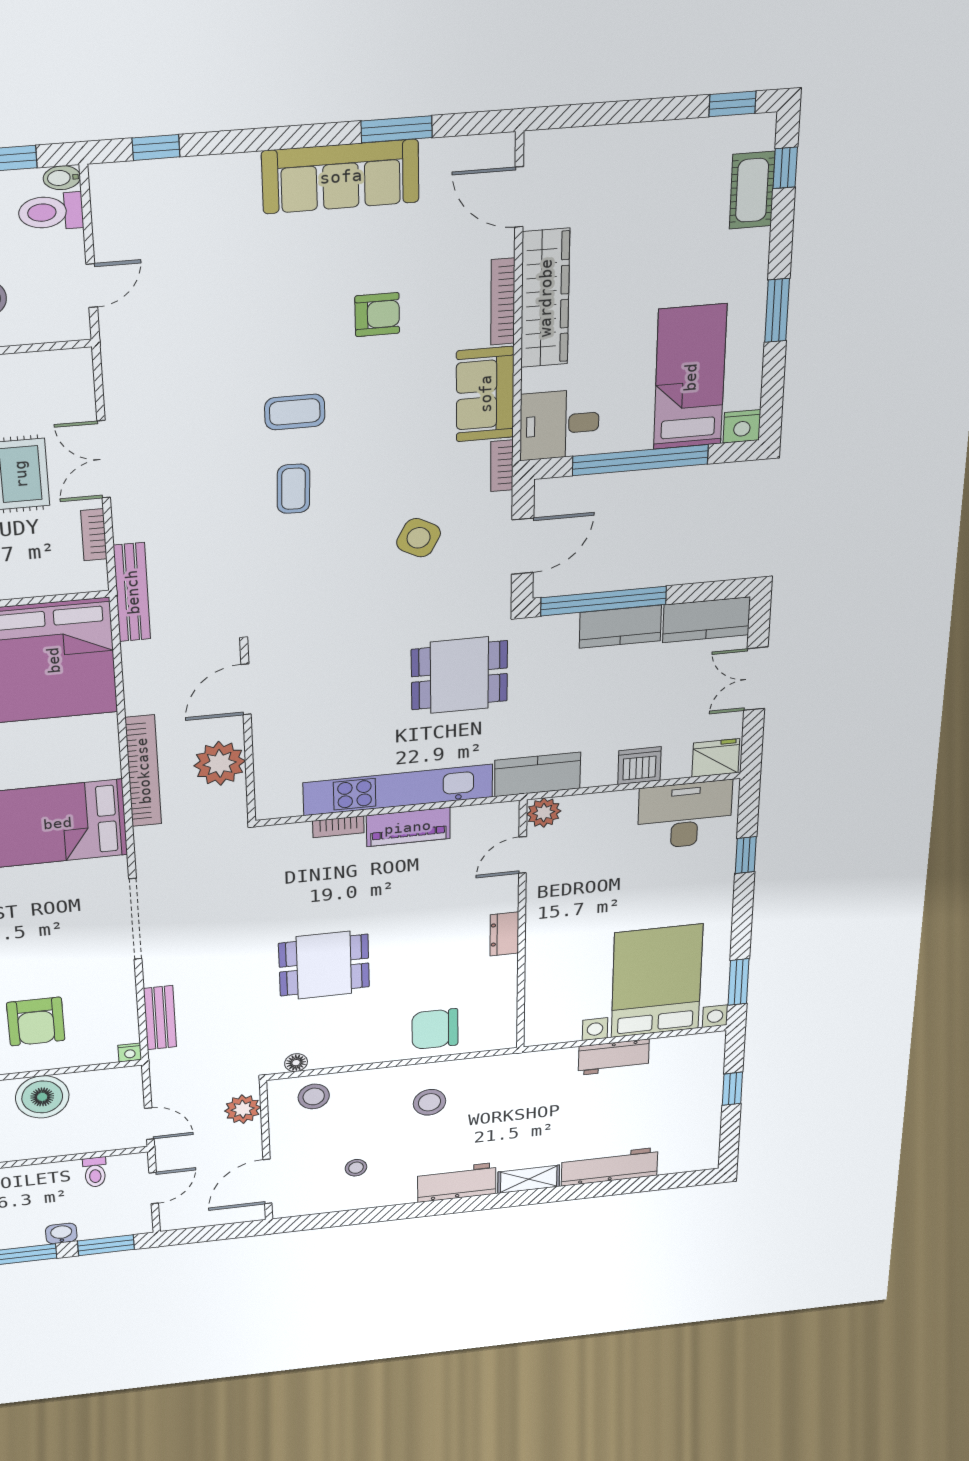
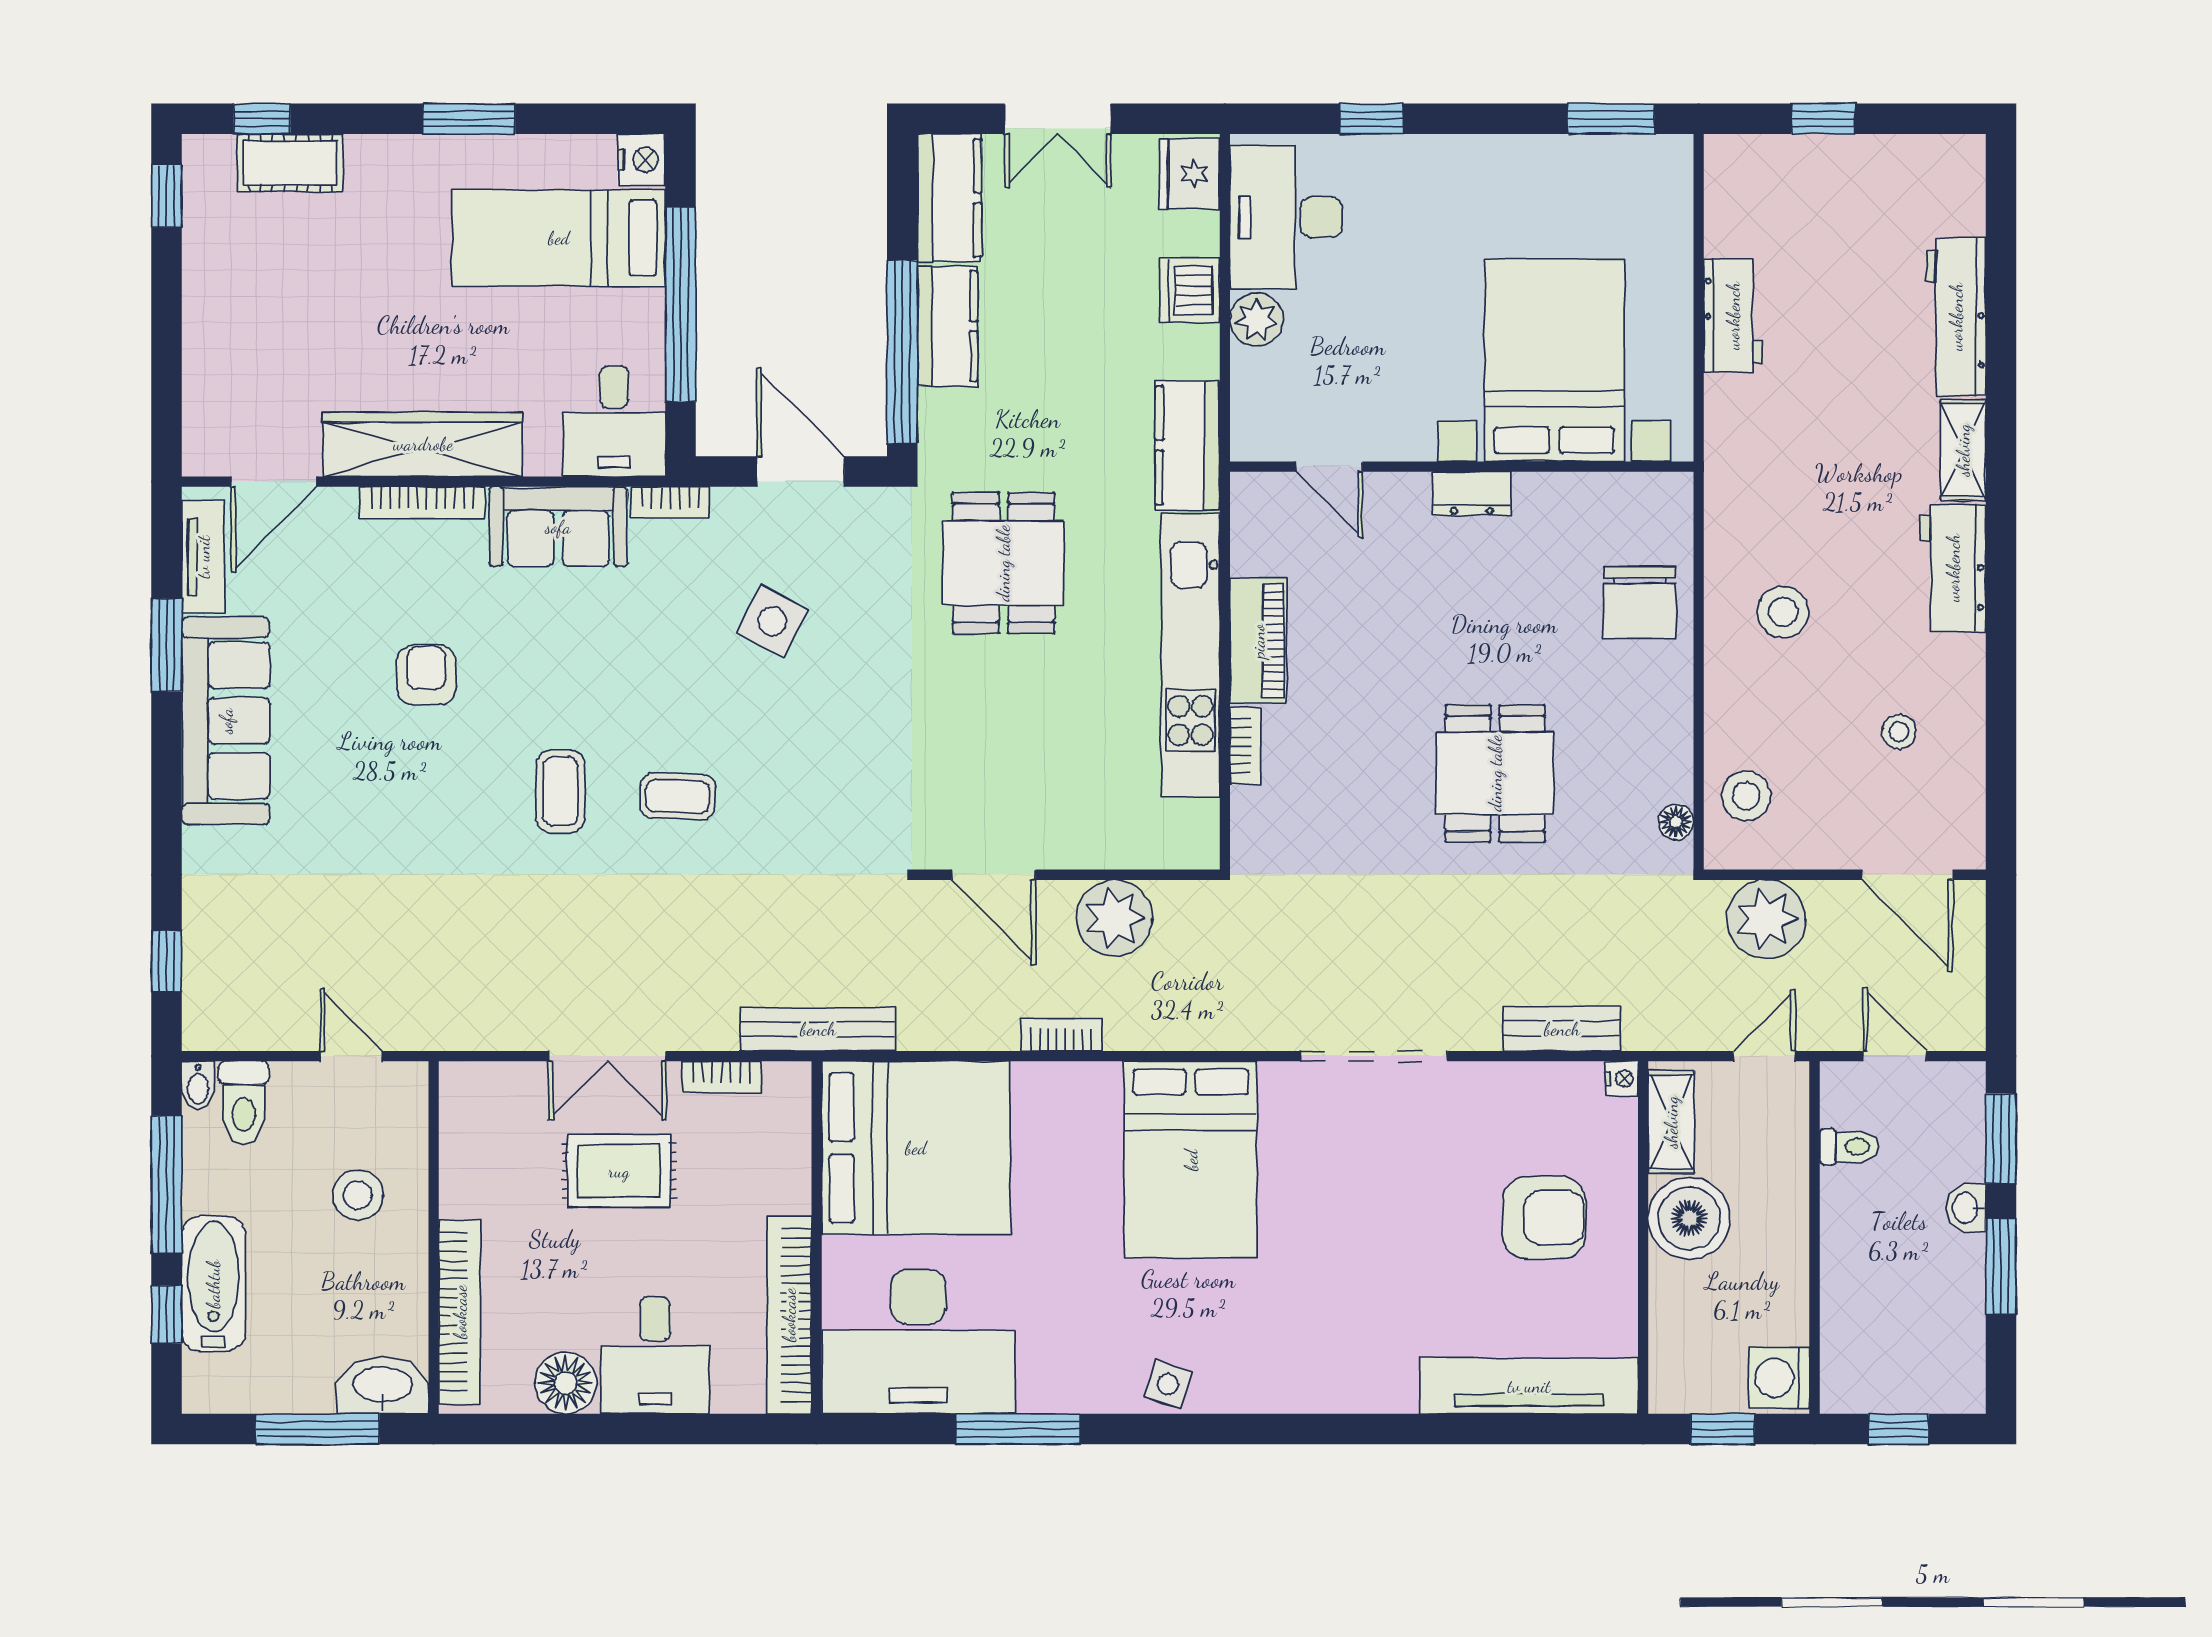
tv unit: (463, 151) -> (203, 557), added
bookcase: (143, 771) -> (1061, 1035), width x0.43, depth x0.76
plant: (544, 813) -> (1256, 320), moved
bed with nightstands: (657, 981) -> (1554, 360), moved, turned 90
shelving: (104, 1081) -> (1671, 1122), added
plant: (243, 1109) -> (1766, 919), width x1.36, depth x1.36

